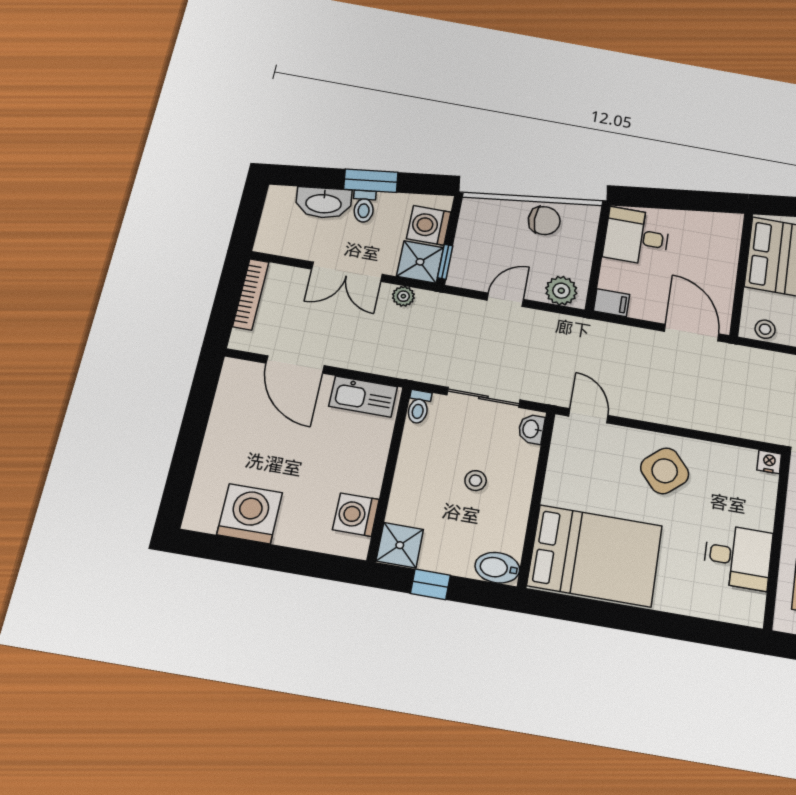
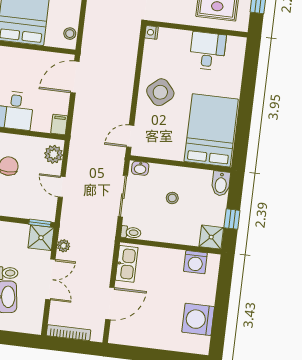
washing machine: (429, 225) -> (17, 234), removed

